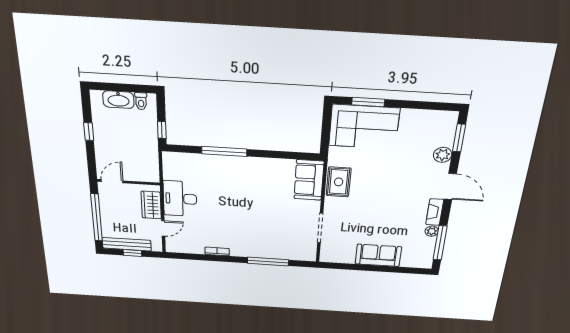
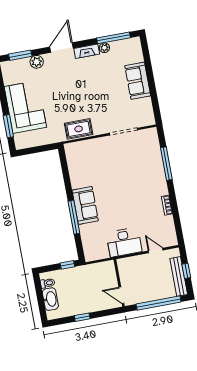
corner sofa: (364, 127) -> (25, 107), moved
sofa: (309, 180) -> (85, 205), moved, turned -90
wardrobe: (151, 205) -> (136, 263), removed

